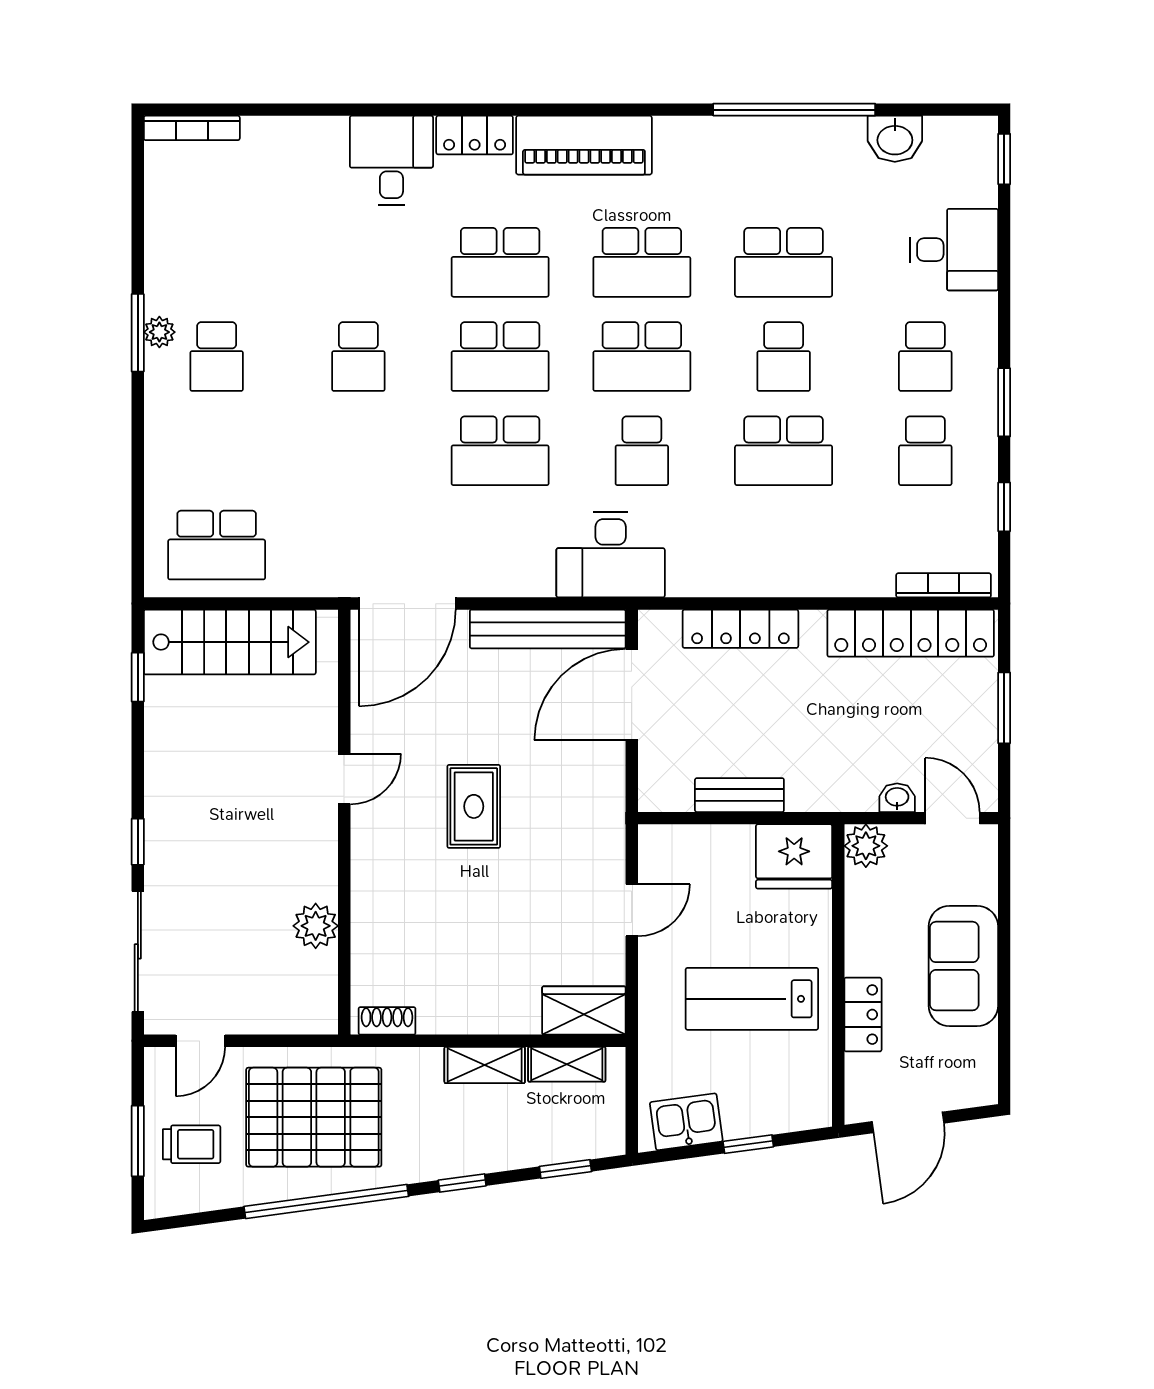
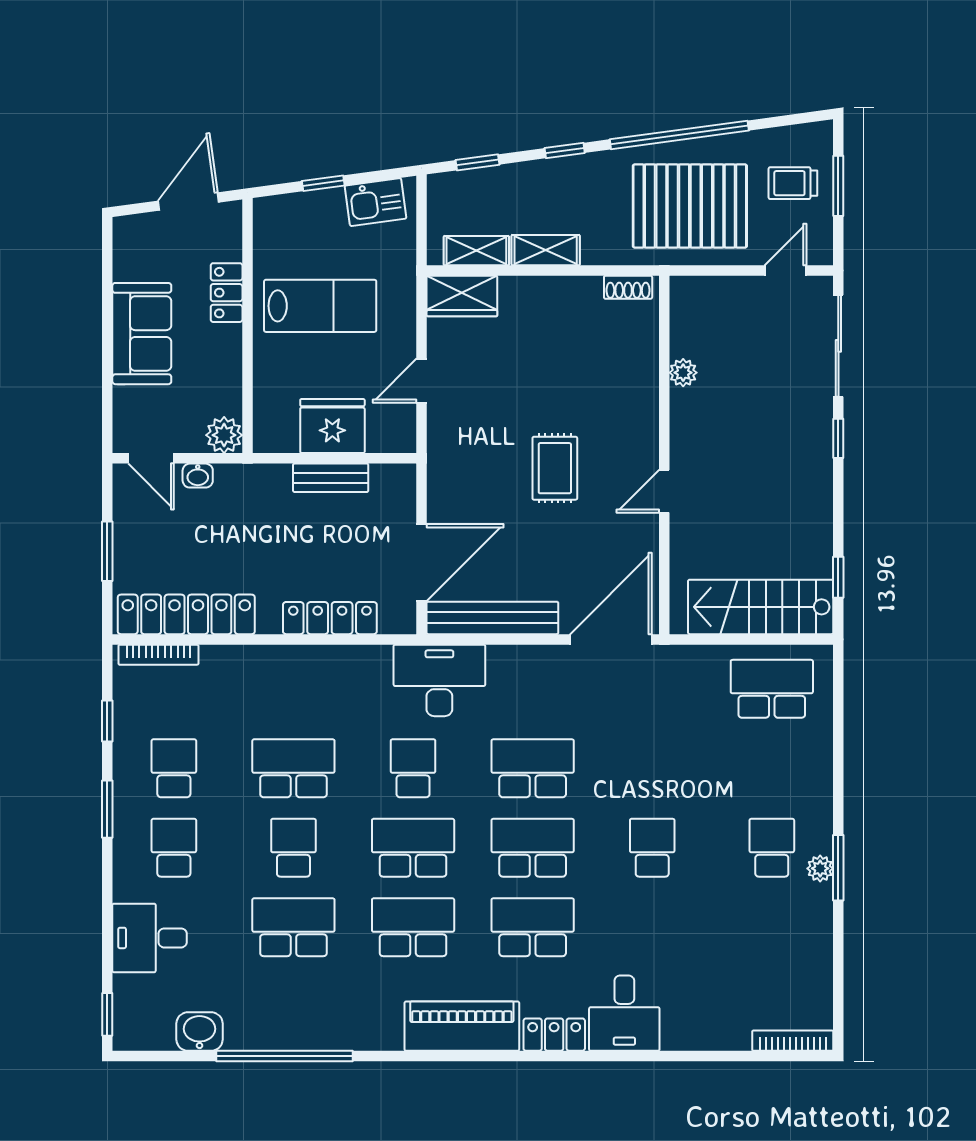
fridge: (794, 856) -> (332, 426), moved
plant: (316, 926) -> (683, 373), width x0.73, depth x0.73

